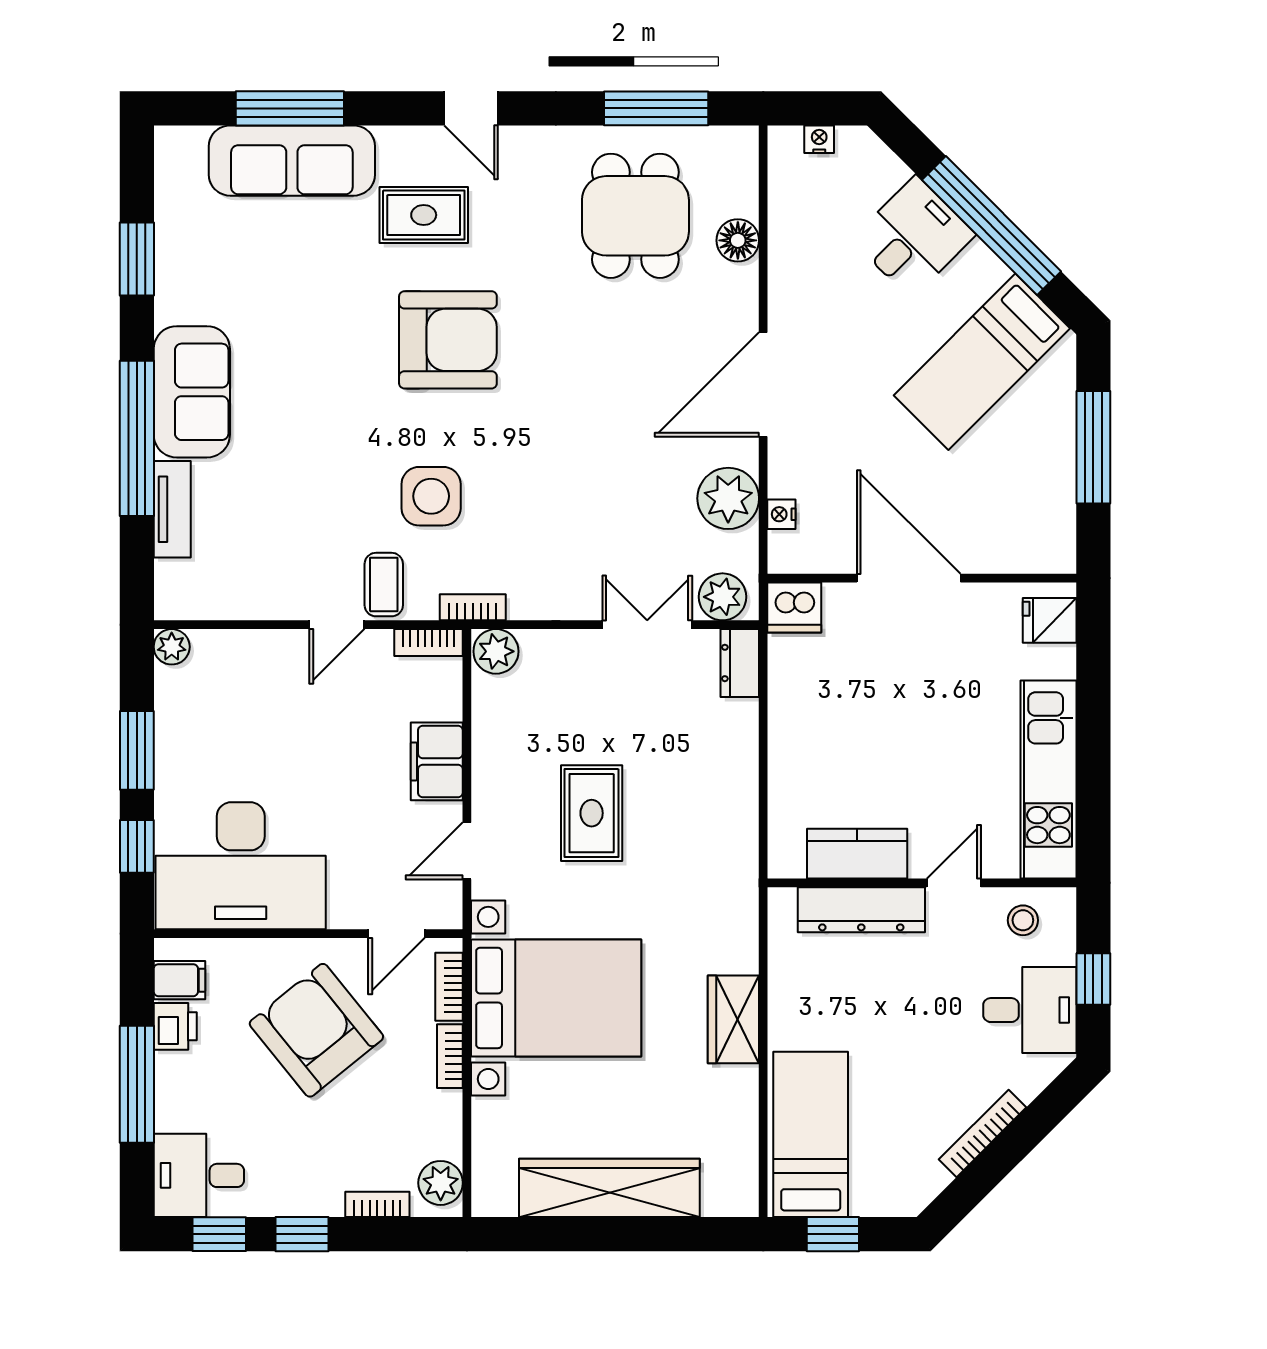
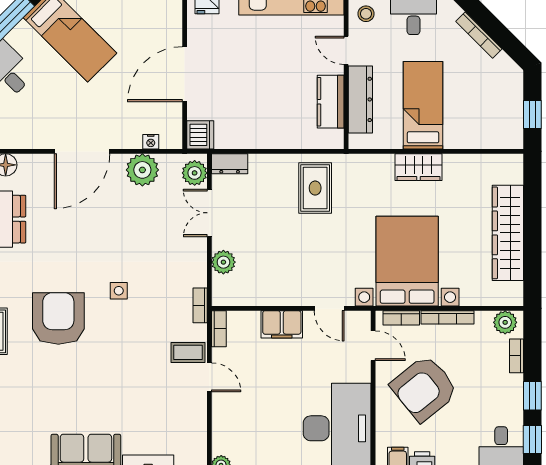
door: (763, 385) -> (82, 151), hinge flipped
side table: (431, 496) -> (119, 291), moved, width x0.54, depth x0.54
plant: (496, 651) -> (223, 262), moved
rug: (592, 813) -> (315, 188), moved, turned 90
bookcase: (450, 1056) -> (448, 317), width x1.56
bed: (811, 1134) -> (423, 105), moved, turned 90

